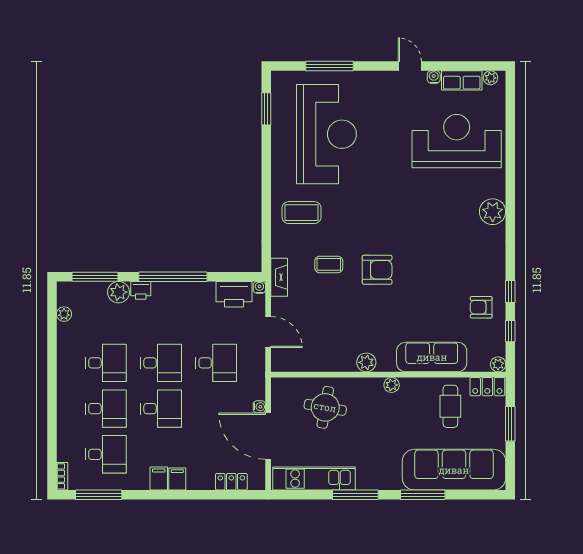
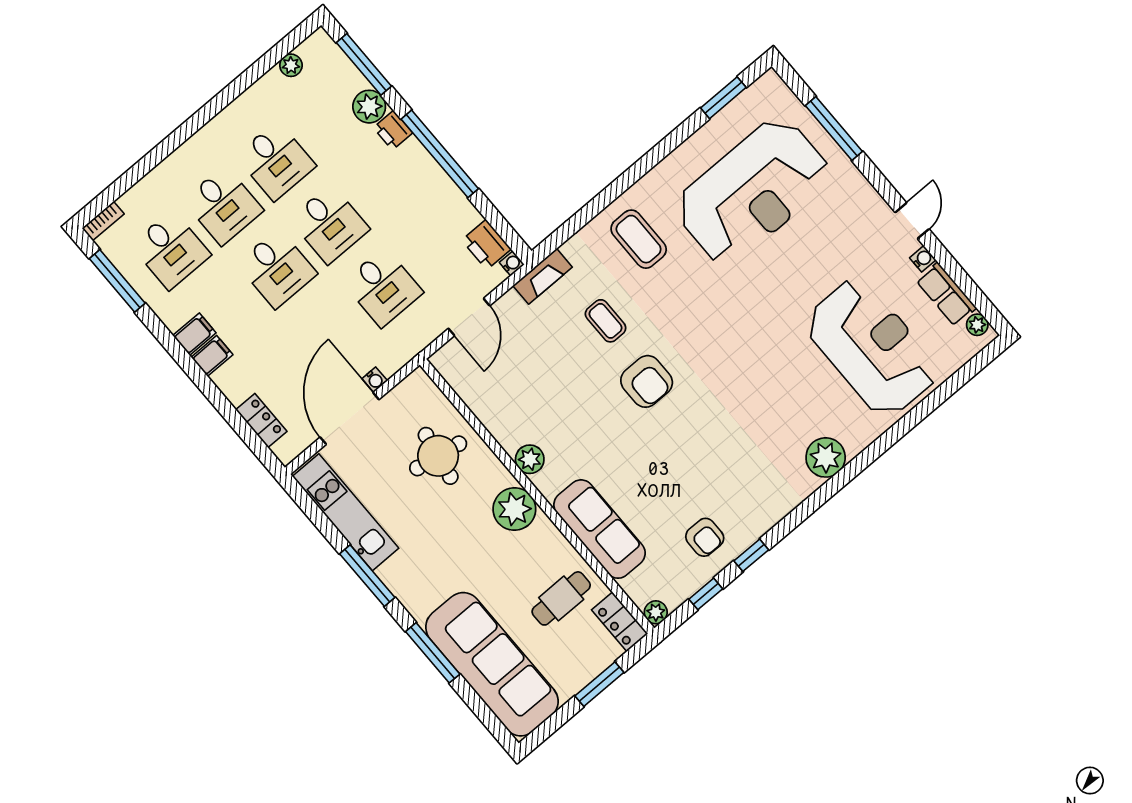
printer: (234, 294) -> (486, 245), width x0.73, depth x0.84
armchair: (481, 307) -> (705, 537), turned 180
plant: (392, 385) -> (514, 509), width x1.88, depth x1.88

